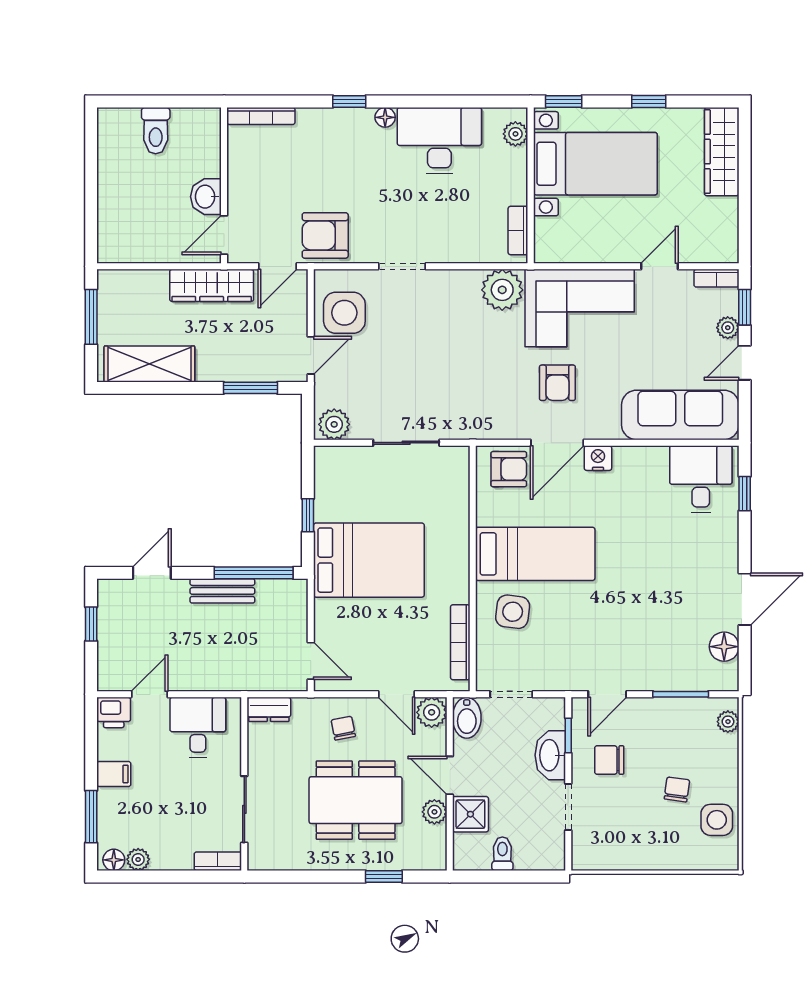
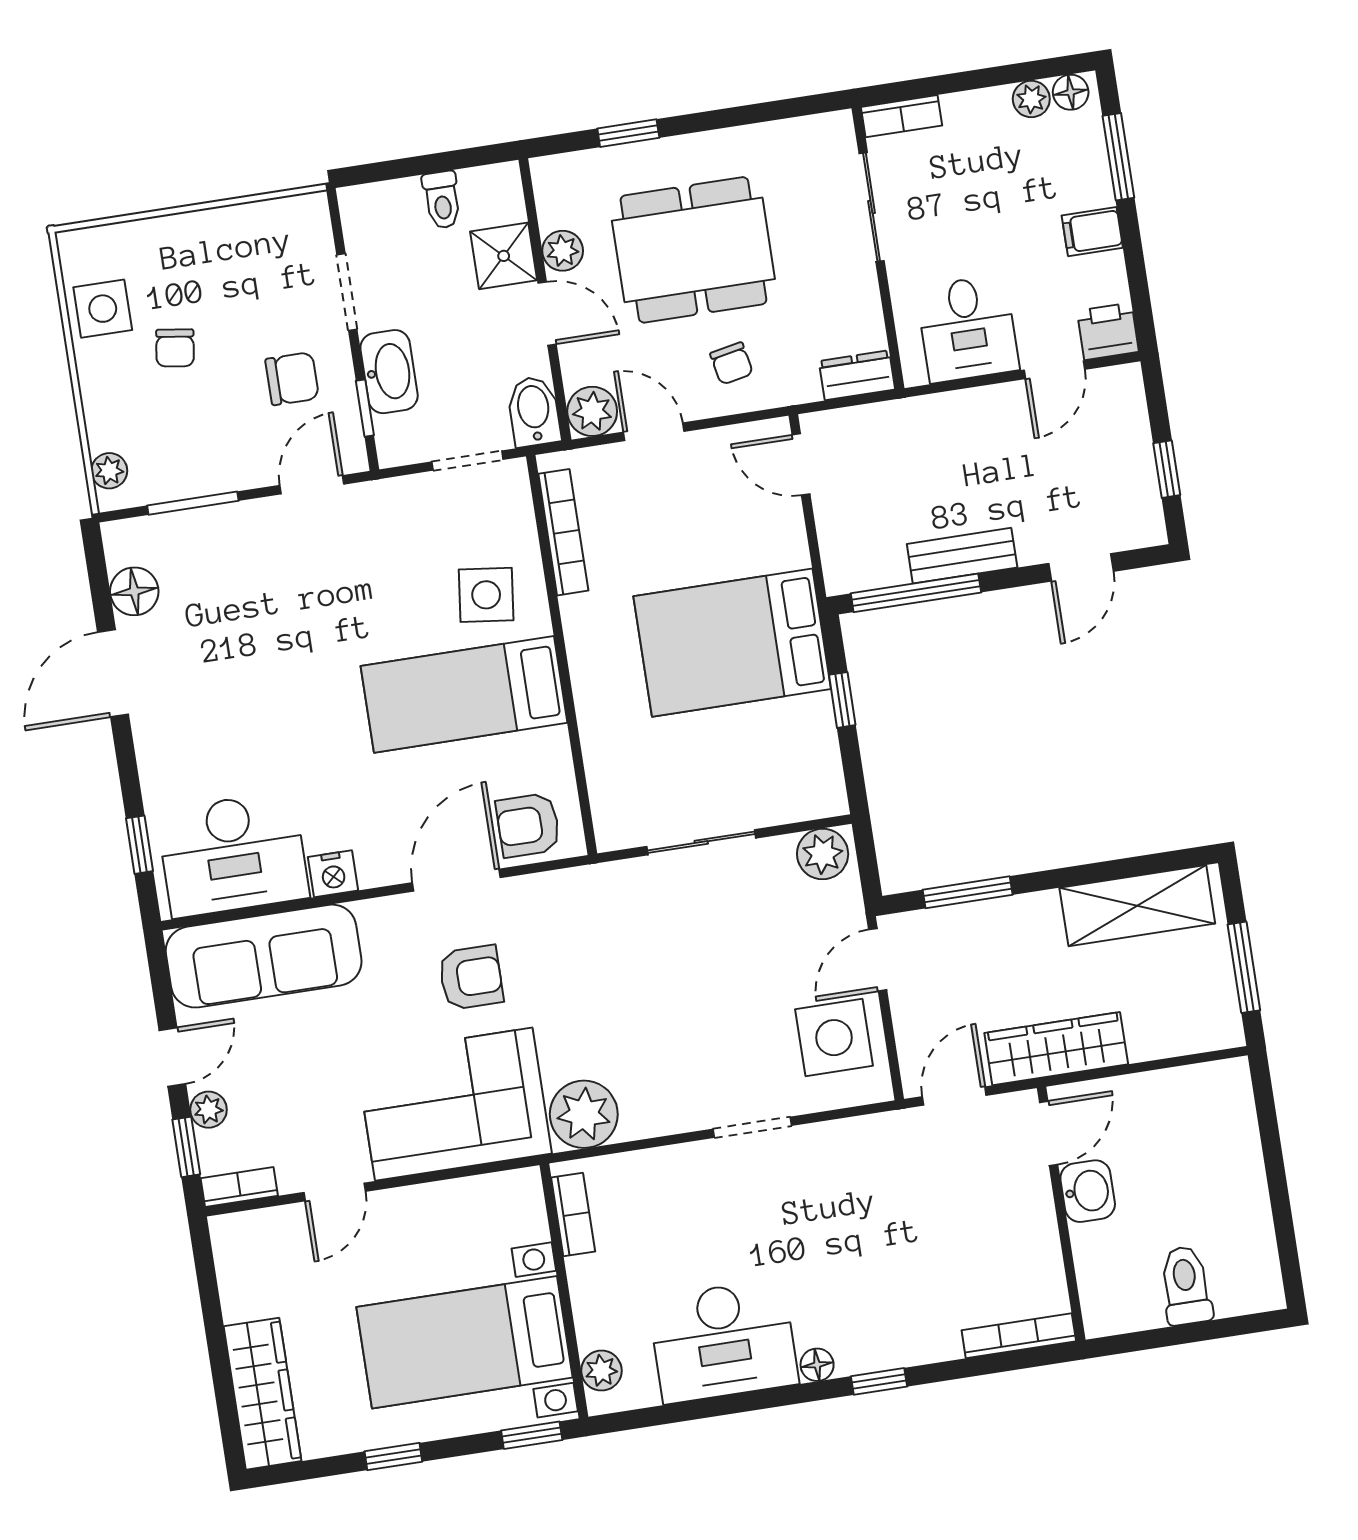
armchair: (325, 235) -> (885, 1158), removed
armchair: (557, 383) -> (471, 977), turned 90
nightstand: (598, 458) -> (333, 874), moved
desk: (701, 479) -> (233, 854), width x1.37

